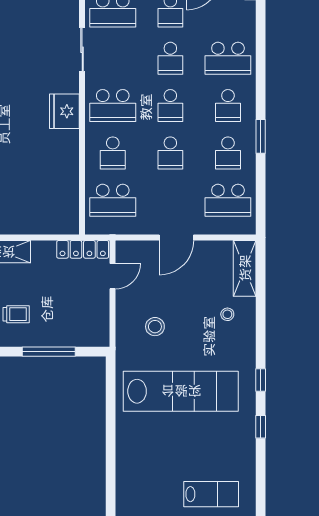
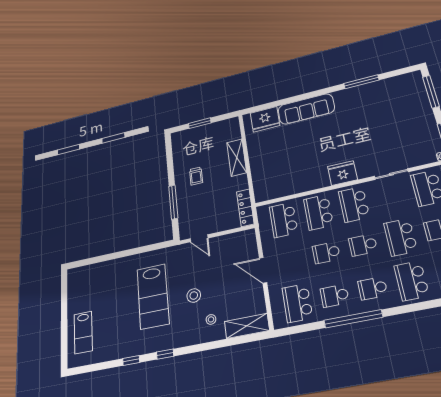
school desk: (170, 58) -> (401, 237), width x1.85
window: (261, 136) -> (353, 319), width x2.11
school desk: (113, 153) -> (318, 212), width x1.85
door: (112, 276) -> (199, 238), moved
stool: (155, 327) -> (194, 296), moved
lab bench: (181, 391) -> (153, 296), width x0.73

